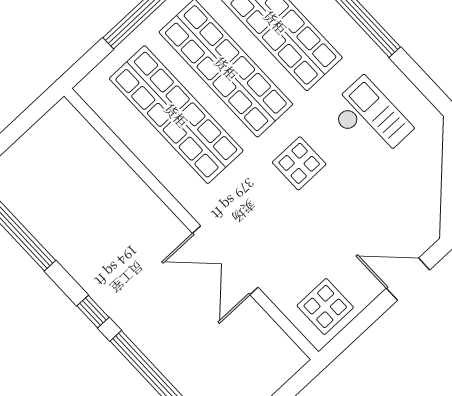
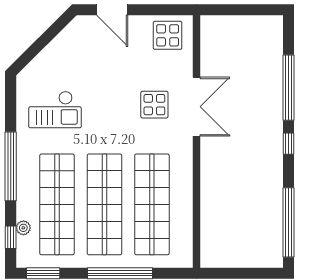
checkout: (370, 119) -> (55, 110), turned -90
display table: (299, 163) -> (154, 105), moved

